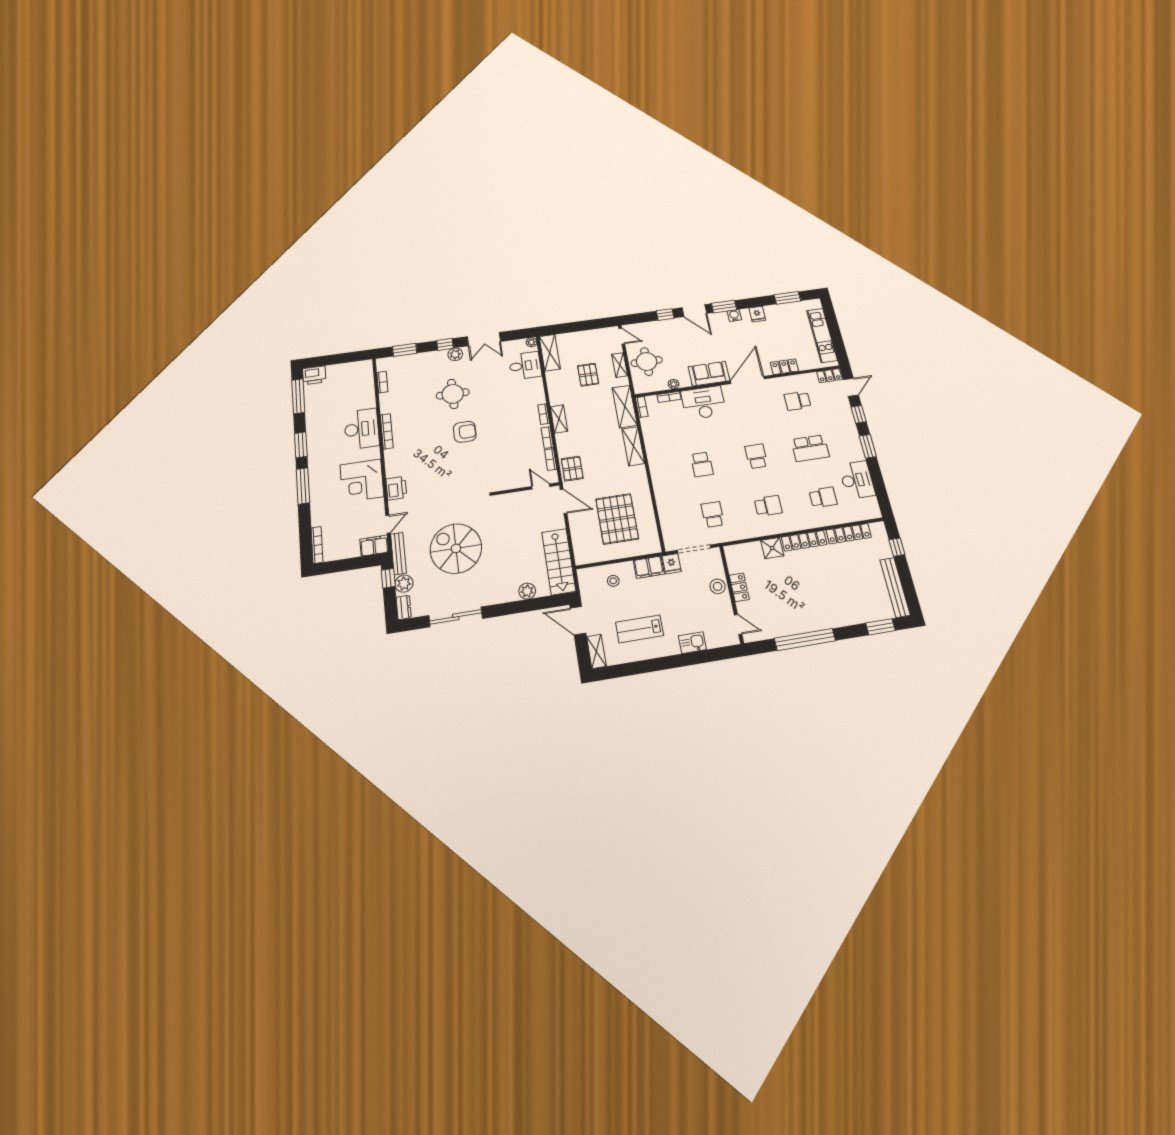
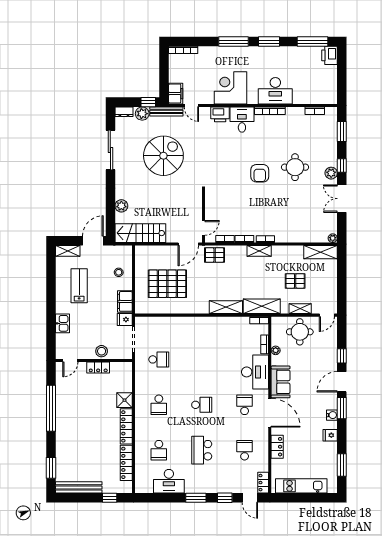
desk: (525, 366) -> (242, 120), moved, turned 180
school desk: (702, 464) -> (245, 405), moved, turned 90

